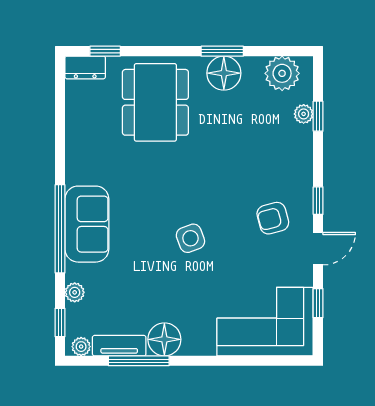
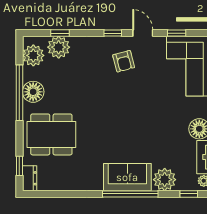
window: (222, 51) -> (19, 93), width x2.11
plant: (304, 114) -> (59, 47), width x1.87, depth x1.87
side table: (190, 238) -> (136, 113), removed
plant: (75, 292) -> (165, 180), width x1.88, depth x1.88

